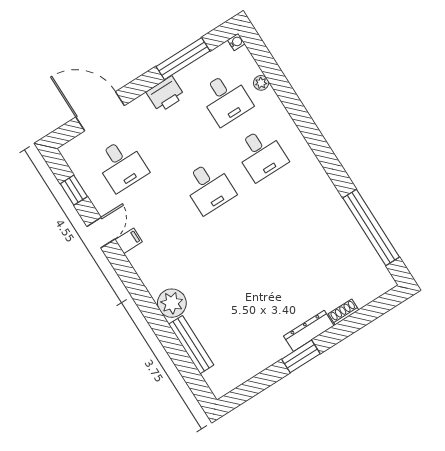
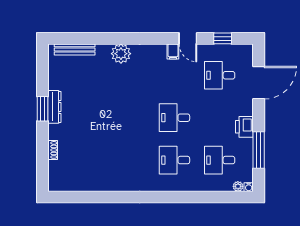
plant: (261, 83) -> (238, 186), moved
window: (371, 228) -> (91, 197), removed
dresser: (309, 331) -> (54, 107), moved
bench: (191, 345) -> (75, 49), moved

